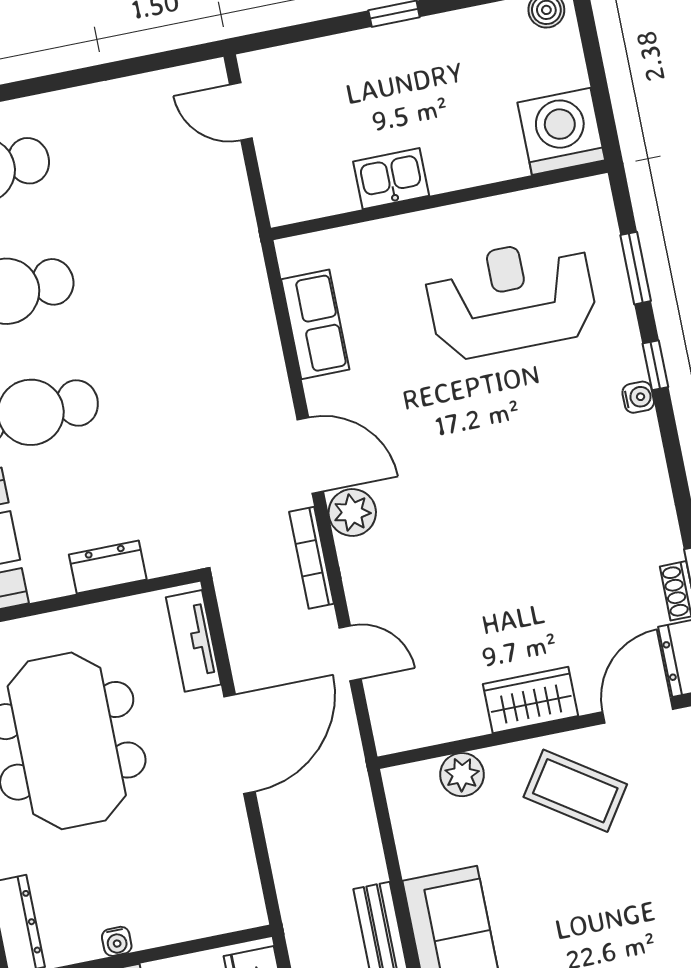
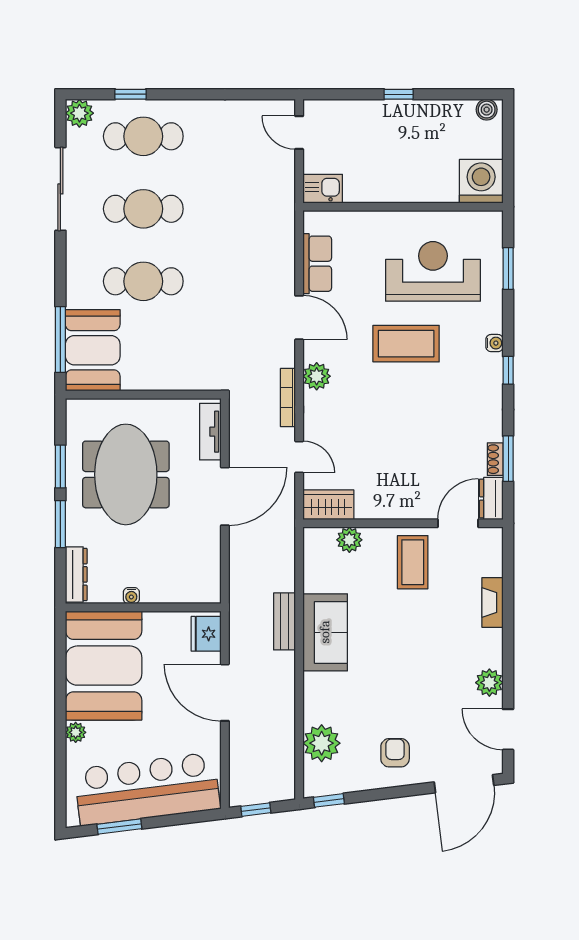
kitchen sink: (391, 179) -> (323, 189), moved
window: (655, 365) -> (508, 370), moved
coffee table: (491, 428) -> (406, 344), added
door: (310, 455) -> (299, 318), moved
dresser: (108, 567) -> (170, 379), removed
wardrobe: (530, 700) -> (328, 505), moved
coffee table: (575, 791) -> (413, 562), turned 56

